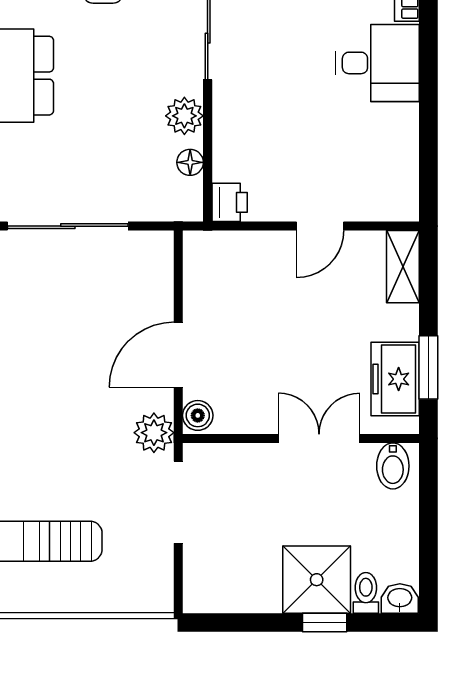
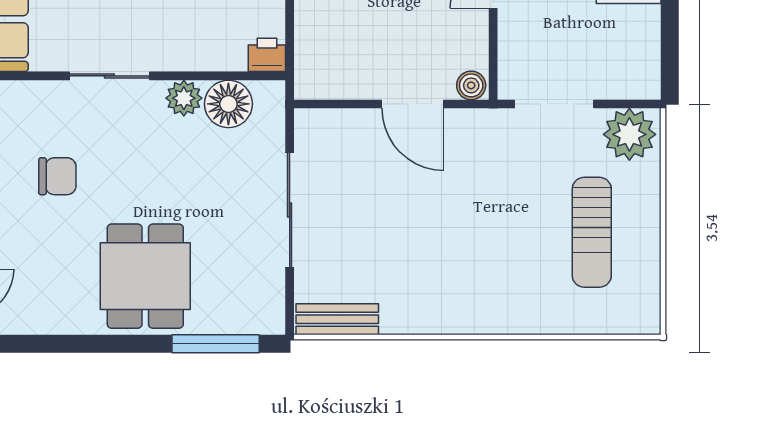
floor lamp: (190, 162) -> (228, 104), width x1.89, depth x1.89
plant: (154, 433) -> (629, 134), moved, width x1.36, depth x1.36

